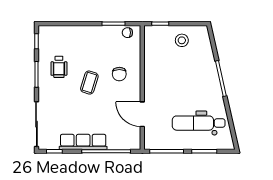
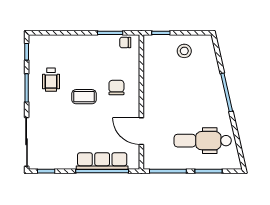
chair: (119, 74) -> (116, 88), turned 180
coffee table: (89, 83) -> (84, 97), turned 73
row of seats: (83, 142) -> (102, 161), moved

